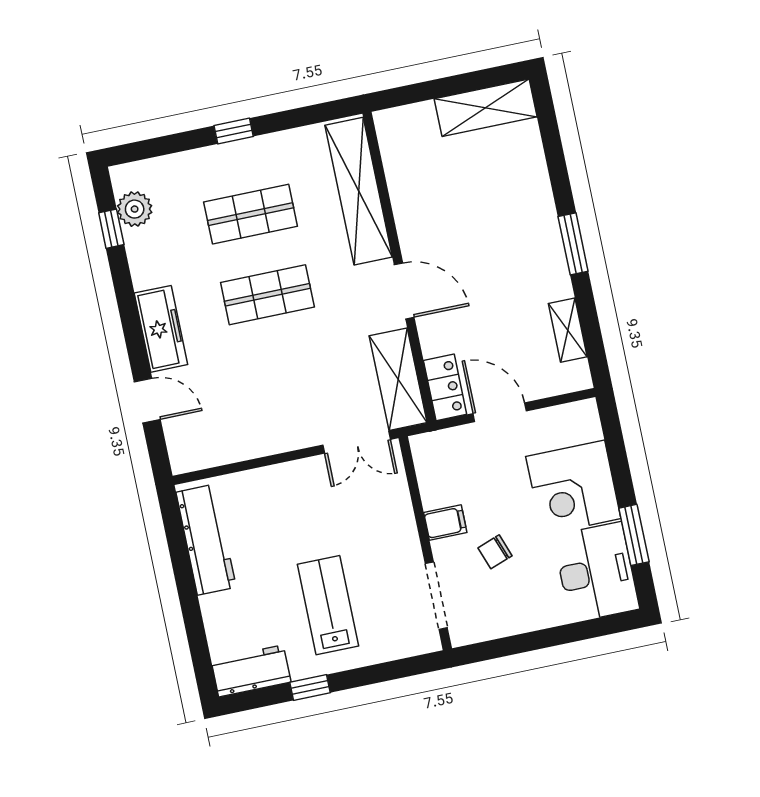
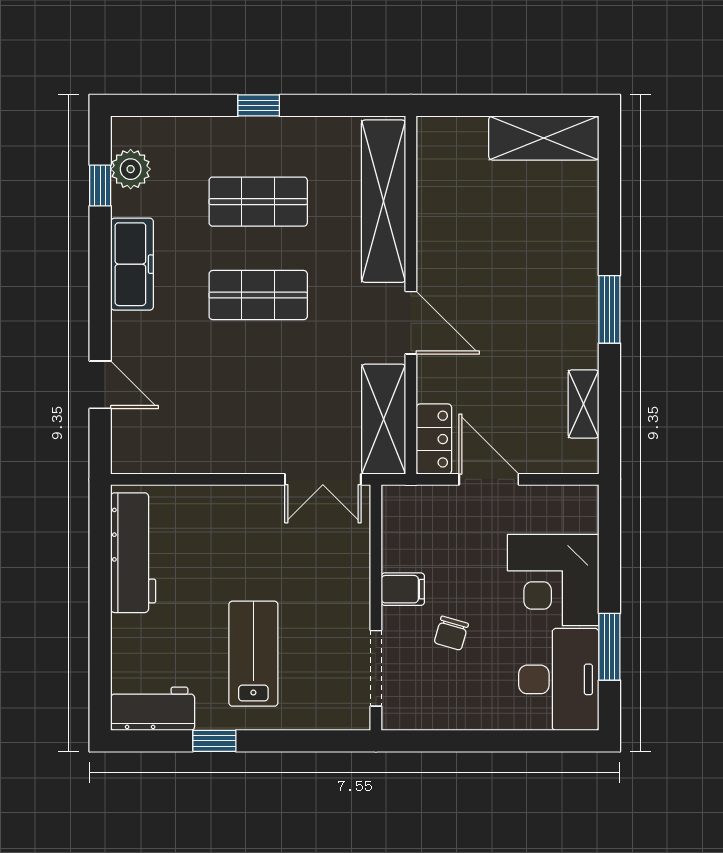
freezer: (161, 329) -> (132, 264), moved
chair: (495, 552) -> (451, 633), turned -54

